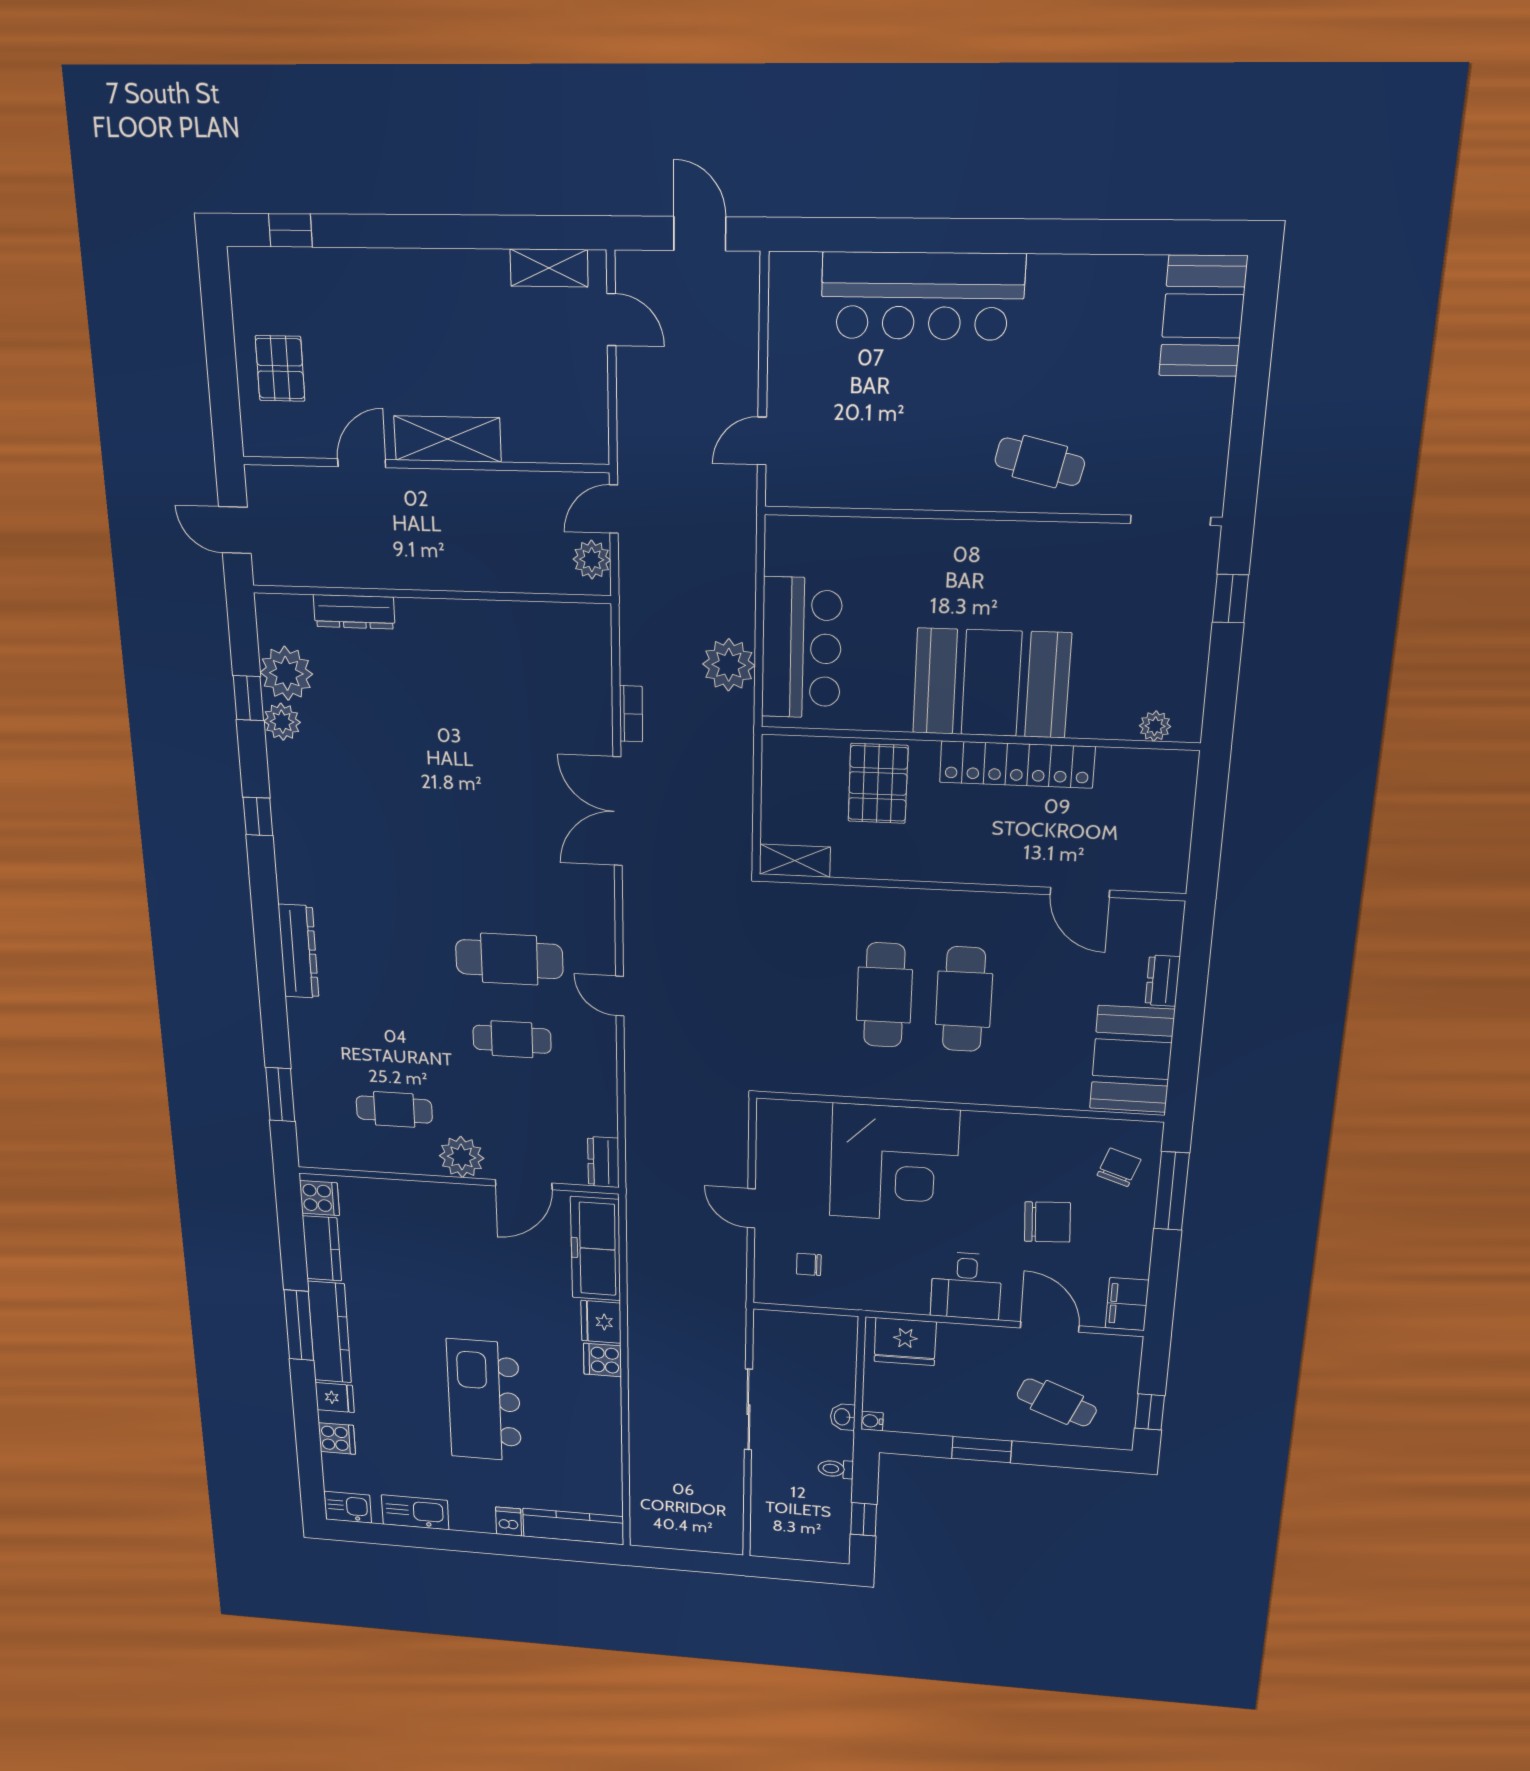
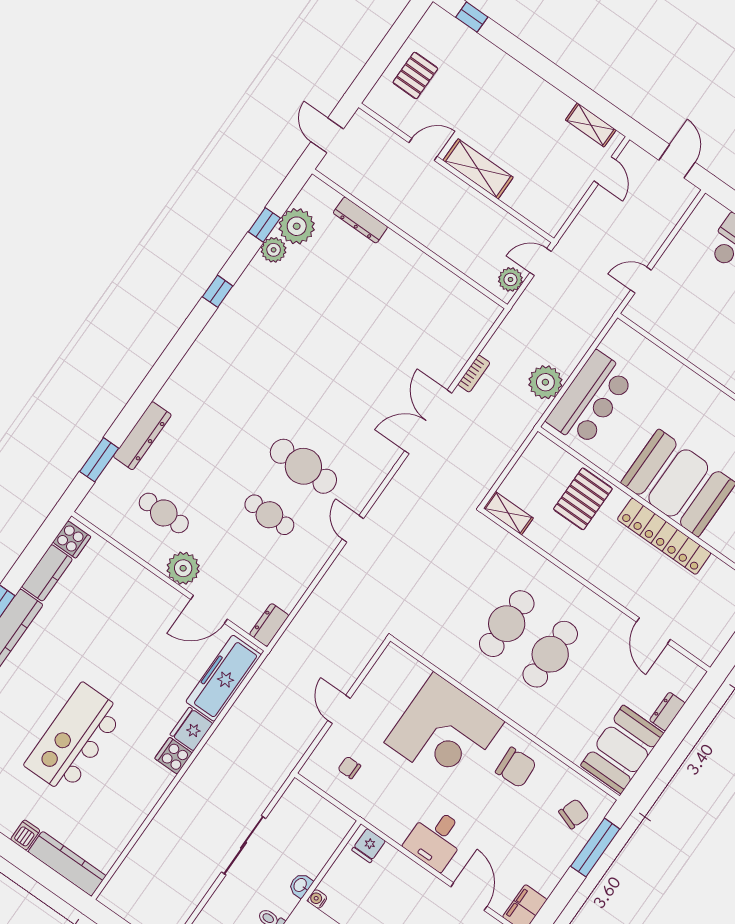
dresser: (298, 951) -> (142, 436), moved
chair: (1047, 1222) -> (516, 767), moved
fridge: (905, 1342) -> (369, 846), width x0.53, depth x0.75

